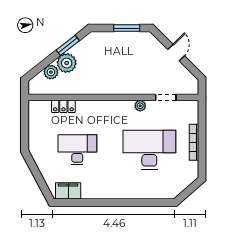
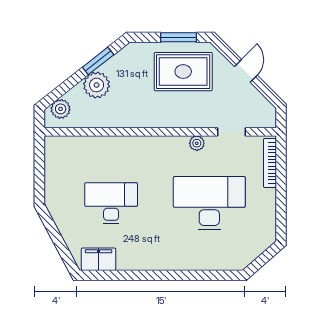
rug: (130, 53) -> (183, 72), added
plant: (51, 72) -> (61, 109), moved
locker: (63, 106) -> (92, 144), removed
bookcase: (194, 142) -> (270, 163), moved

